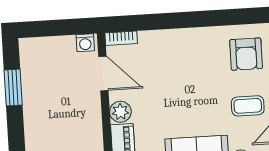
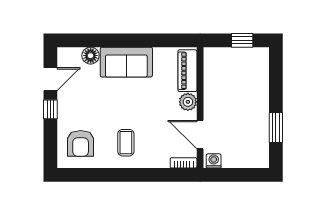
armchair: (246, 54) -> (81, 143), turned 180
coffee table: (248, 106) -> (126, 143), moved, turned 90

